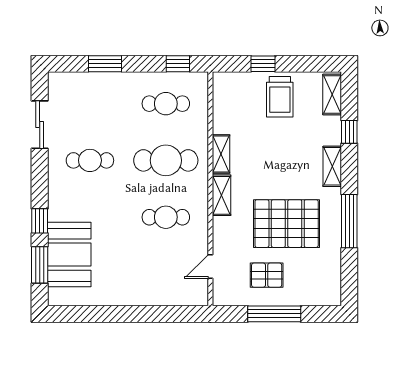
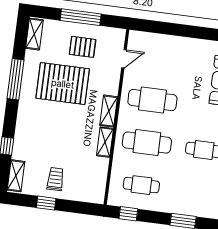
window: (263, 64) -> (46, 203), moved
trolley: (280, 97) -> (55, 179), width x0.73, depth x0.72
shelving: (332, 166) -> (34, 34), moved
cafe table: (166, 217) -> (152, 100), width x1.37, depth x1.35

